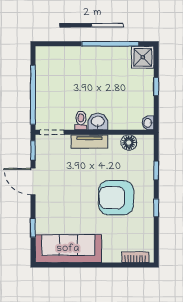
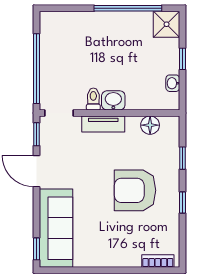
washbasin: (148, 123) -> (173, 83), moved
window: (33, 228) -> (37, 249), moved
sofa: (68, 249) -> (56, 228), moved, turned 90

